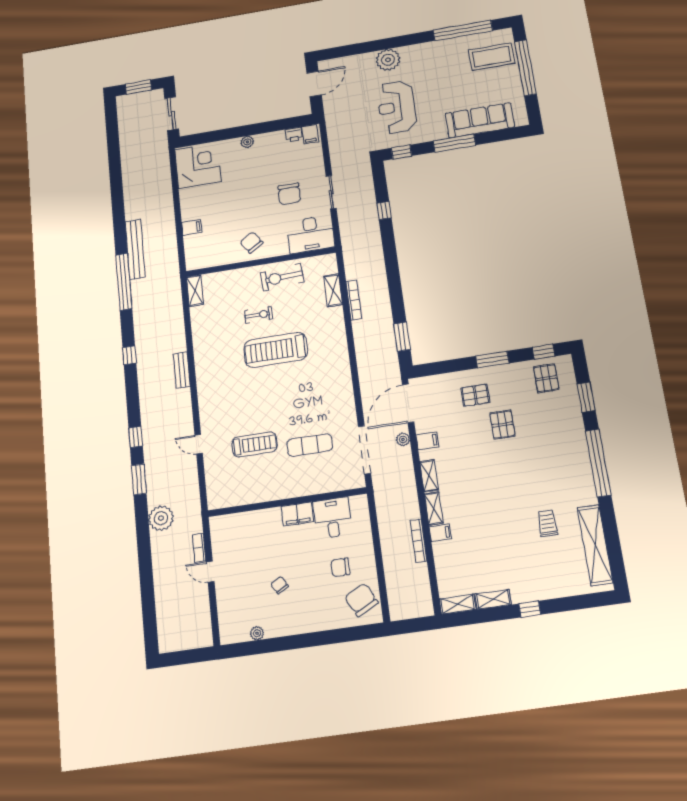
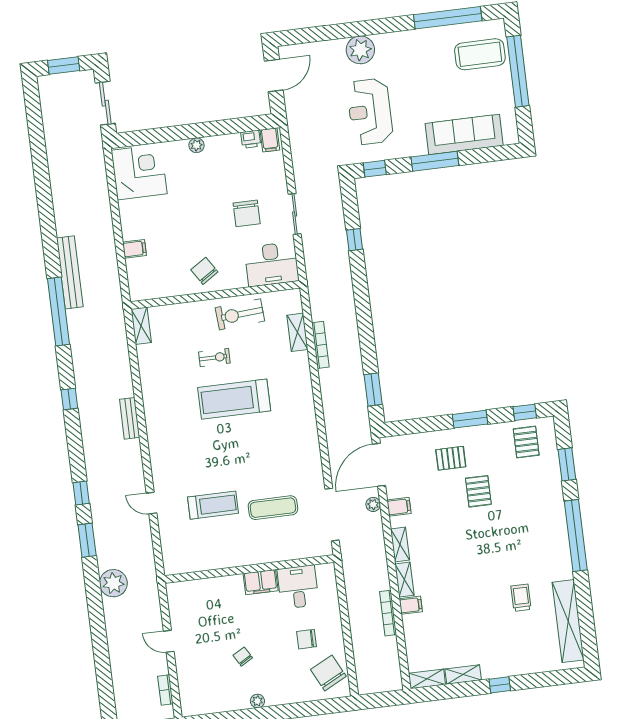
bookcase: (199, 548) -> (165, 690), moved
plant: (257, 633) -> (257, 701), moved

